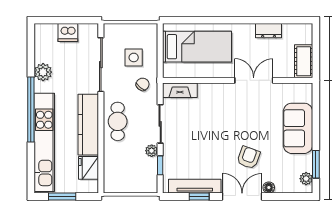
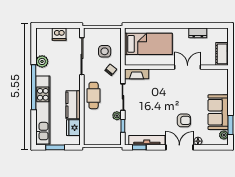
kitchen counter: (88, 125) -> (73, 105), width x0.67
sofa: (298, 128) -> (218, 112), moved
armchair: (248, 158) -> (184, 120), turned 70
window: (199, 196) -> (139, 147), moved

